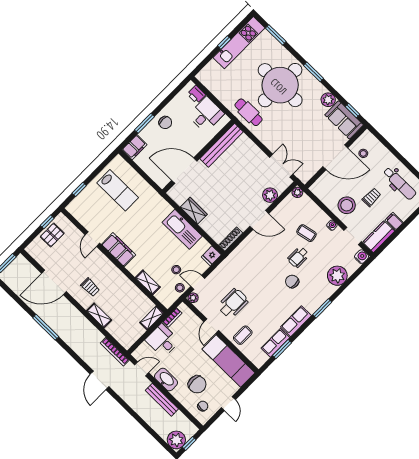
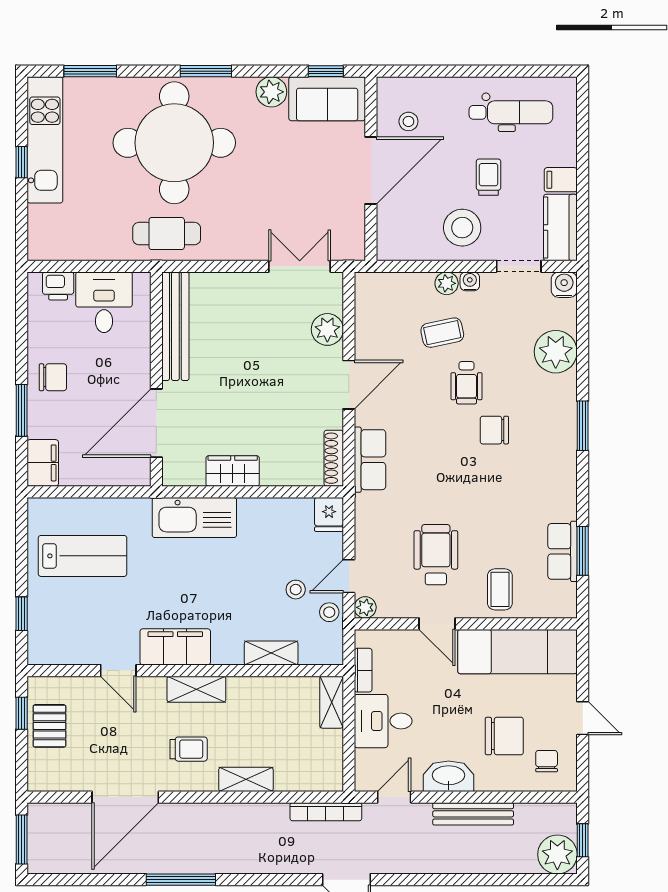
plant: (297, 192) -> (447, 283), moved
kitchen sink: (182, 229) -> (194, 518), moved
shelving: (112, 270) -> (196, 689), added
row of seats: (296, 321) -> (370, 460), moved, turned 180

